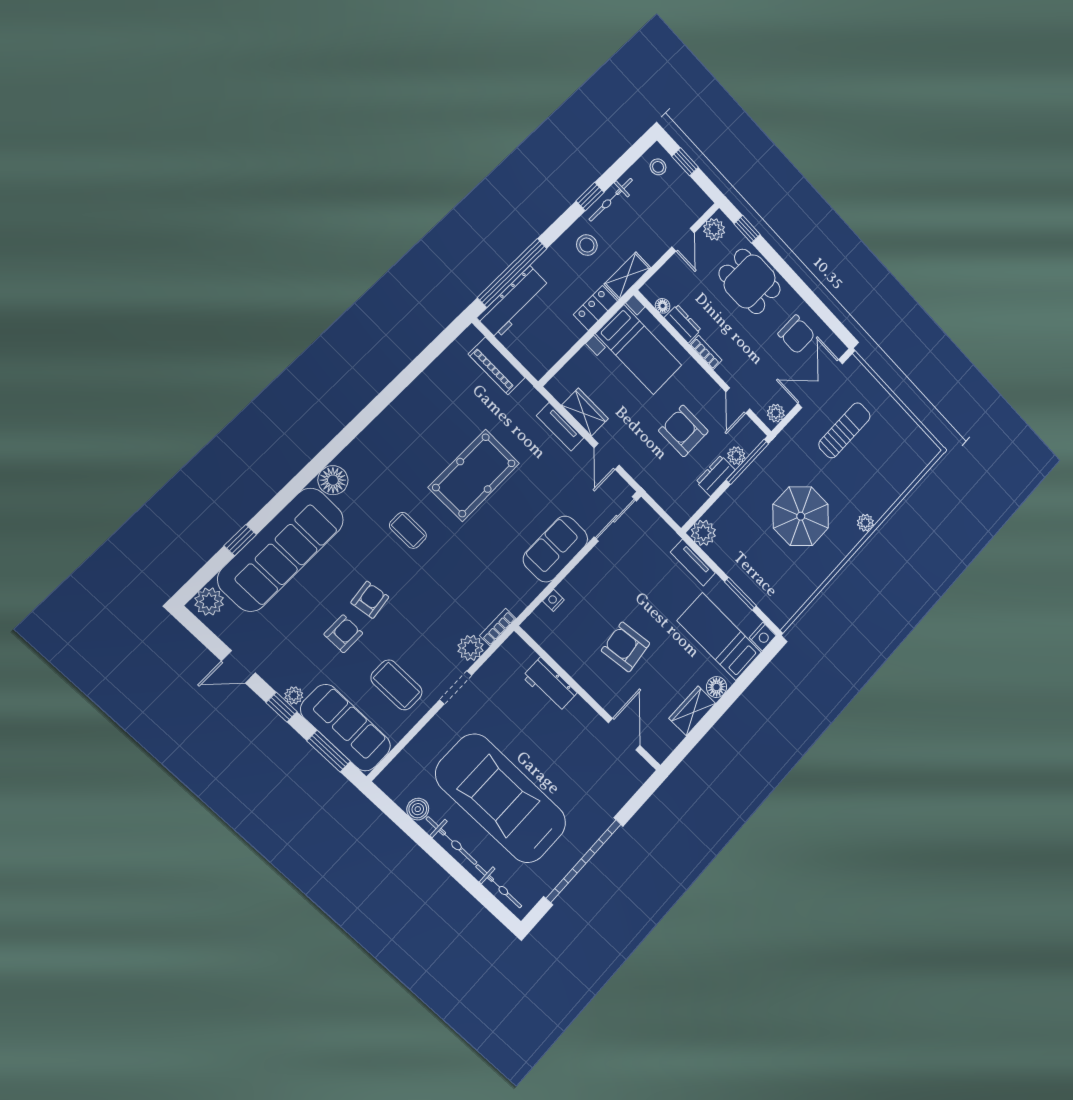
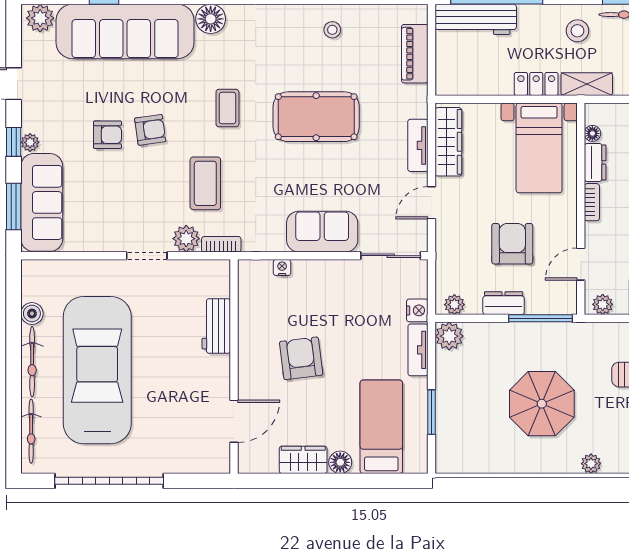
stool: (425, 404) -> (332, 30), added
wardrobe: (585, 412) -> (448, 142), width x1.50
plant: (736, 456) -> (454, 305), moved
nightstand: (763, 637) -> (417, 310), moved, turned -90
coffee table: (397, 685) -> (205, 183), moved

